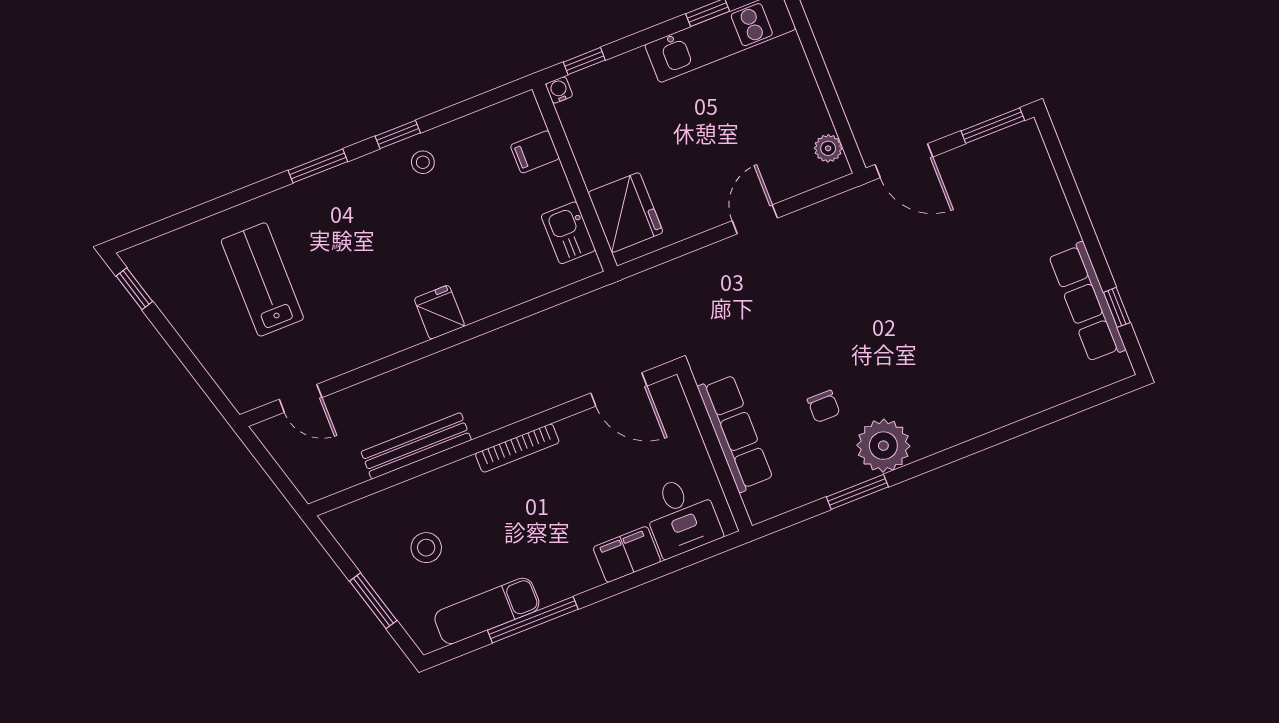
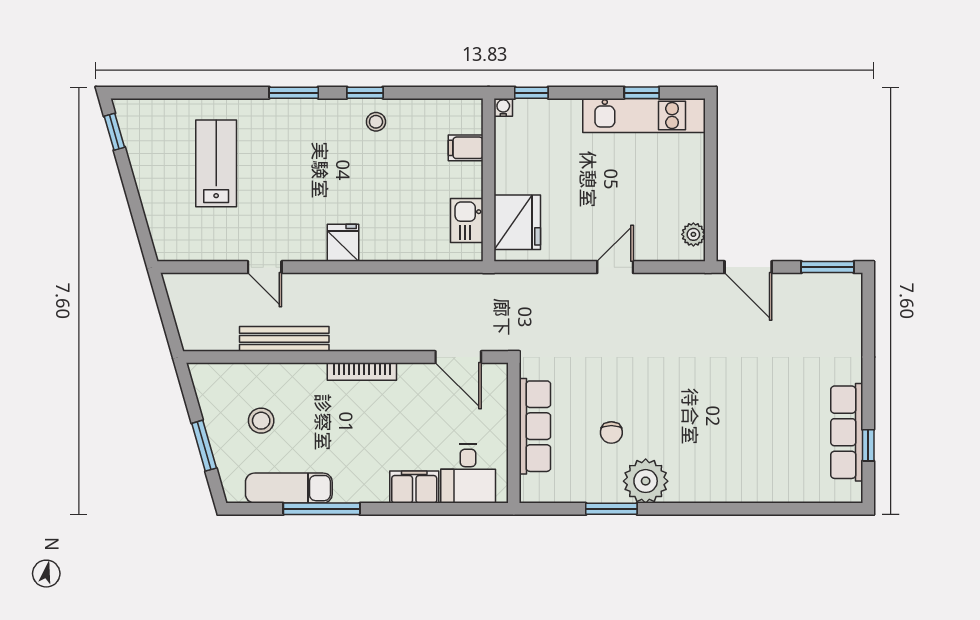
door: (301, 398) -> (265, 267), moved

